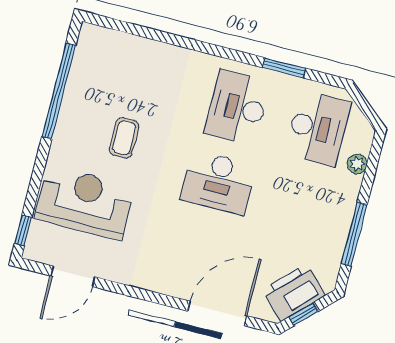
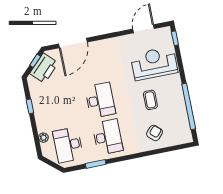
armchair: (146, 72) -> (155, 133), added
desk: (218, 182) -> (100, 100), turned 90
reception desk: (85, 202) -> (154, 63), turned 180
window: (354, 234) -> (30, 106), width x0.46

